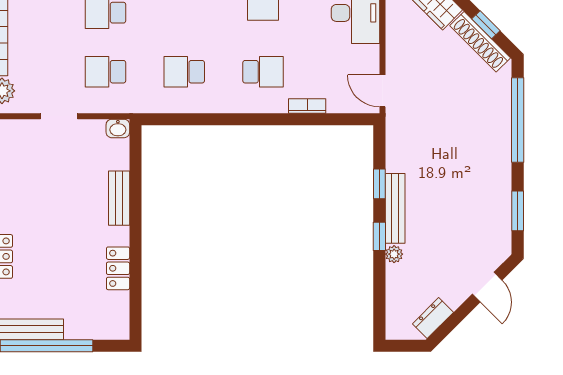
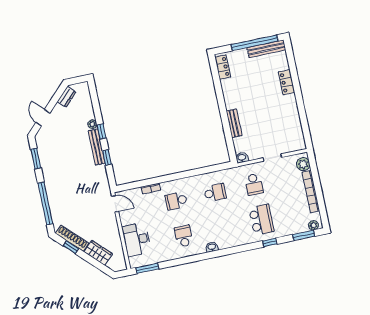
school desk: (106, 72) -> (254, 184), turned 90
locker: (118, 268) -> (223, 67), moved

